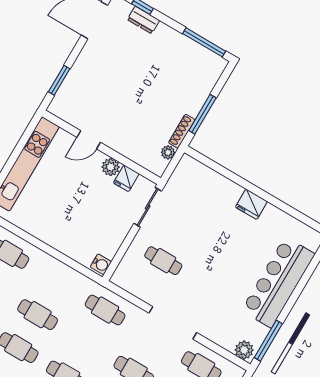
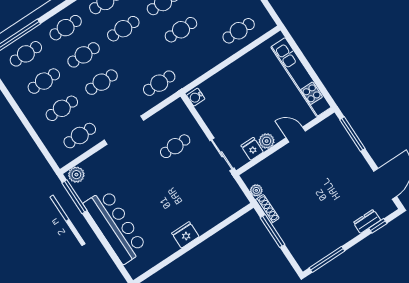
window: (59, 80) -> (352, 134), width x1.44
door: (89, 140) -> (296, 134), hinge flipped

